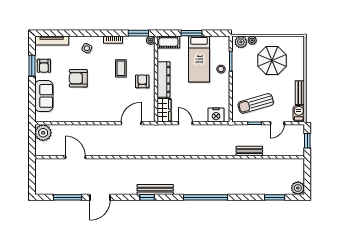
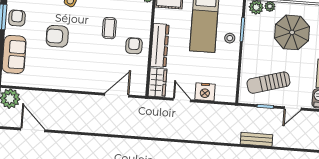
armchair: (44, 66) -> (17, 18), turned 180
nightstand: (216, 115) -> (205, 92), moved
door: (75, 157) -> (33, 130), moved

